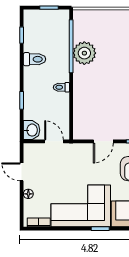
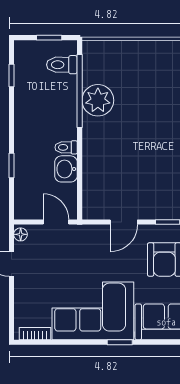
toilet: (35, 59) -> (62, 65), moved, turned 180
washbasin: (32, 130) -> (66, 169), moved, turned 180
floor lamp: (28, 194) -> (21, 234), moved

